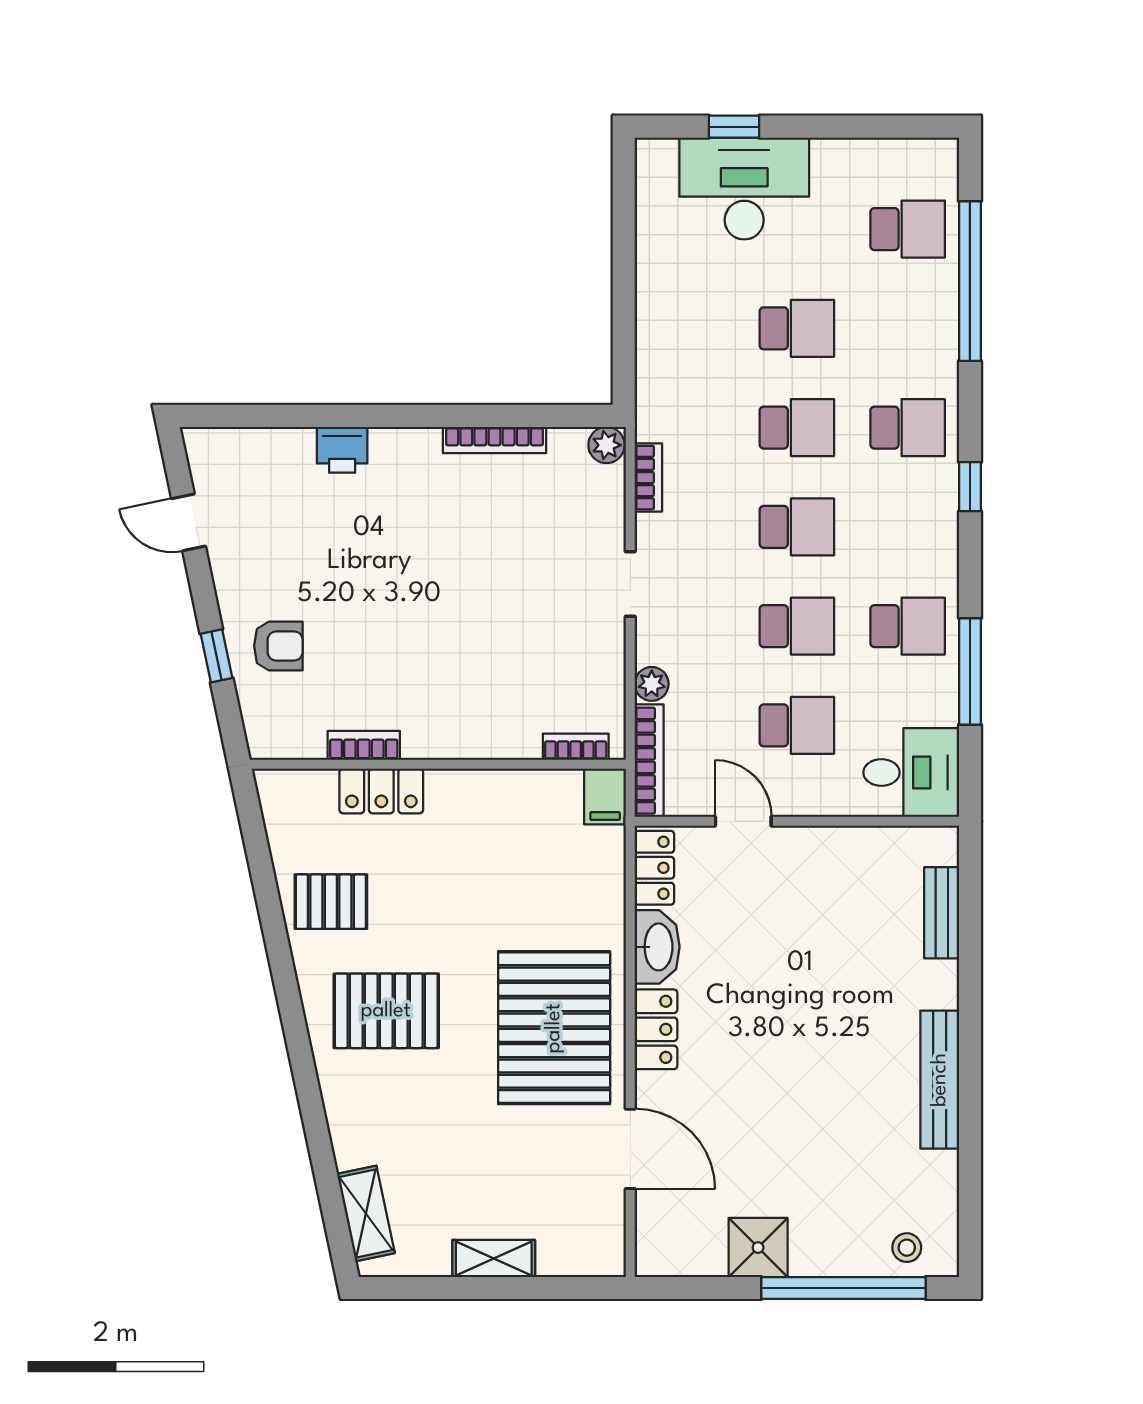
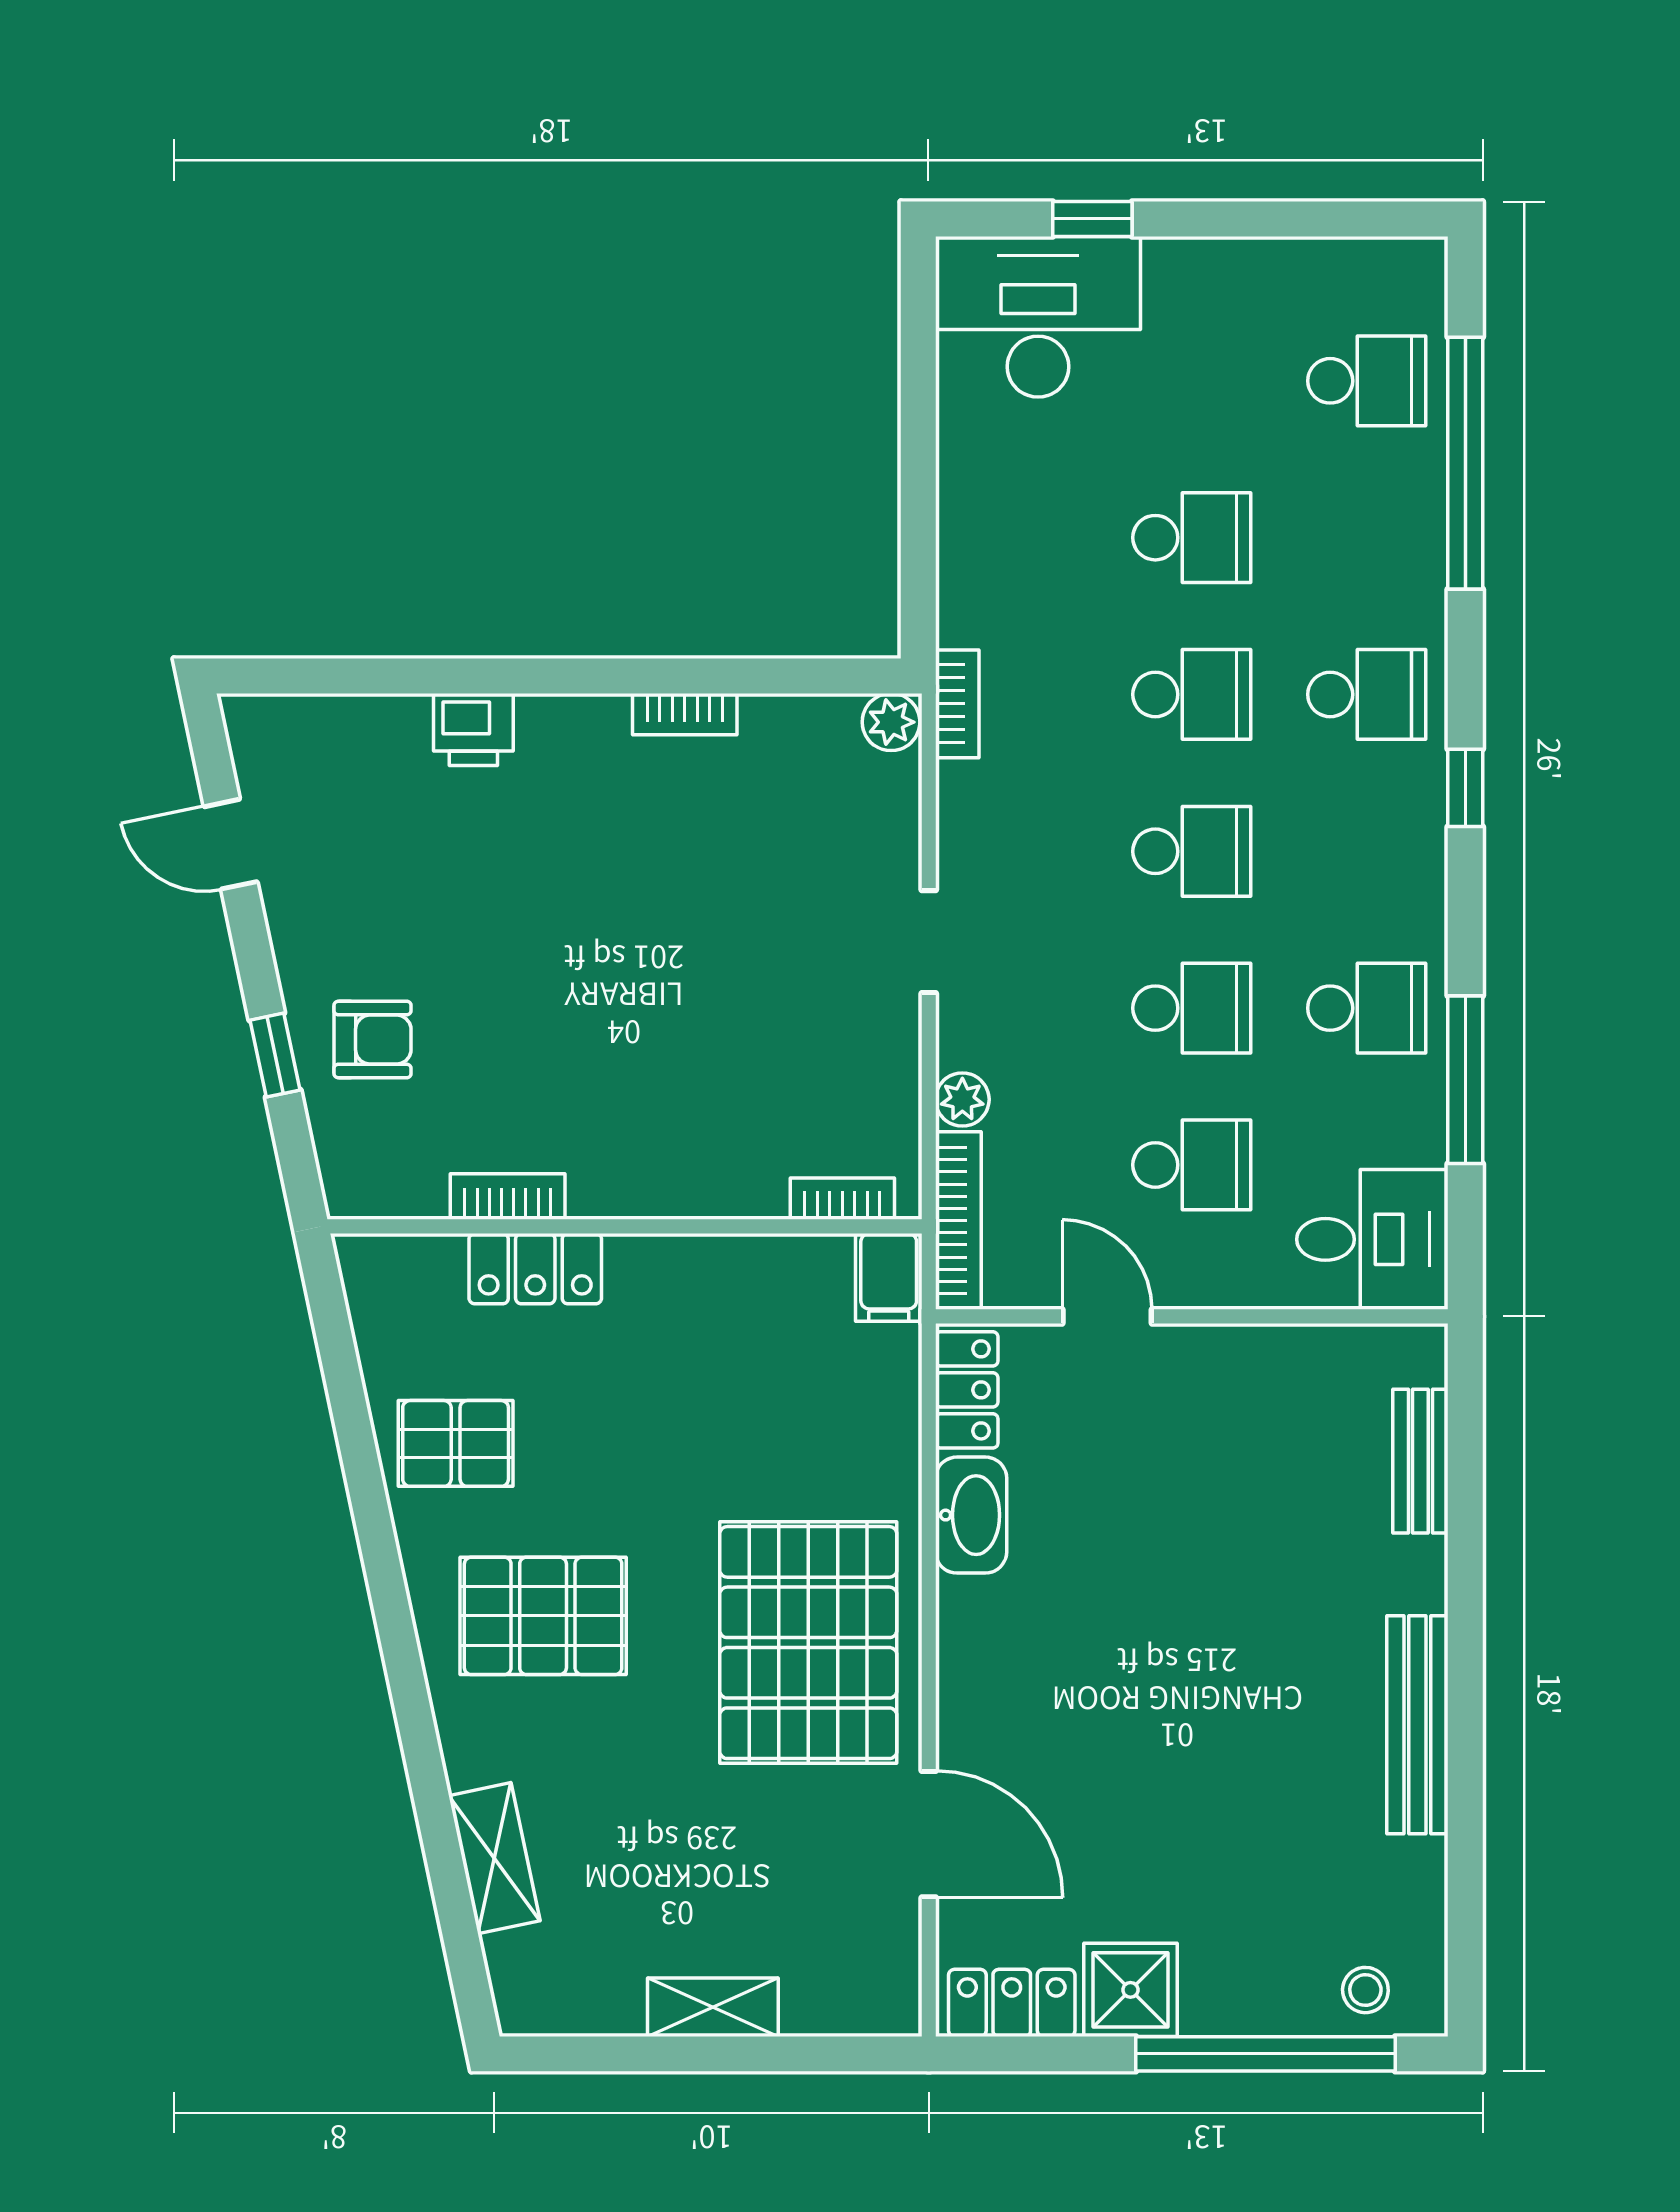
desk: (744, 189) -> (1038, 317), moved
bookcase: (494, 440) -> (685, 714), width x0.64
bookcase: (648, 478) -> (957, 704), moved
locker: (656, 1029) -> (1012, 2003), moved, turned -90
shelving: (366, 1213) -> (494, 1858), moved

